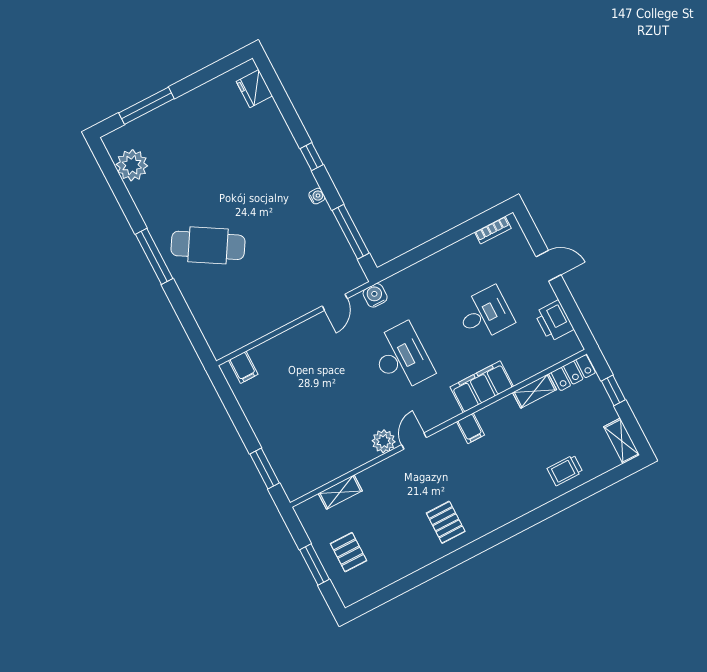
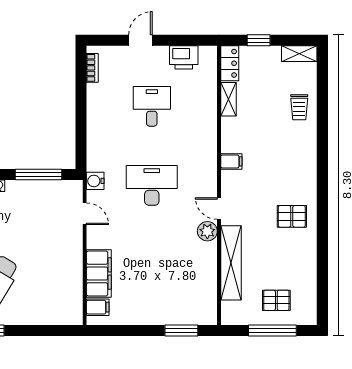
filing cabinet: (482, 387) -> (99, 274), moved, turned 180
shelving: (340, 492) -> (231, 263), width x2.20, depth x1.33
window: (315, 565) -> (272, 331), width x1.44

